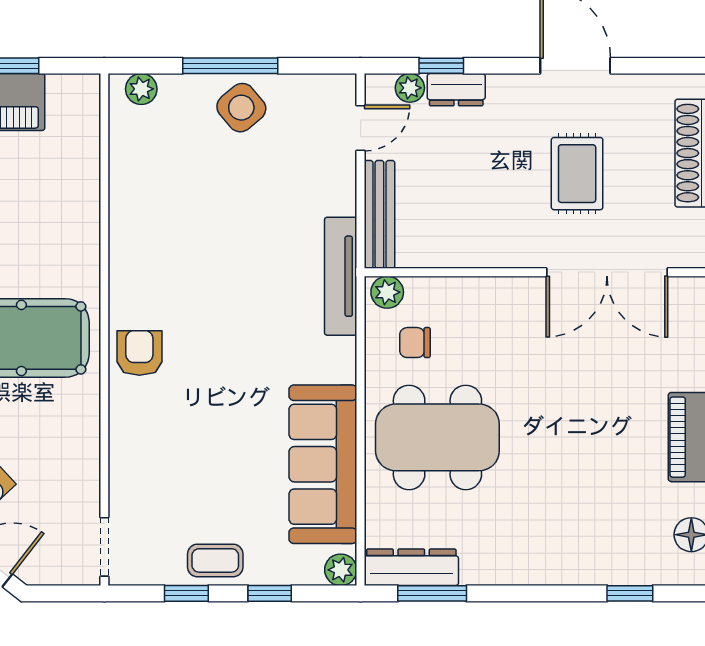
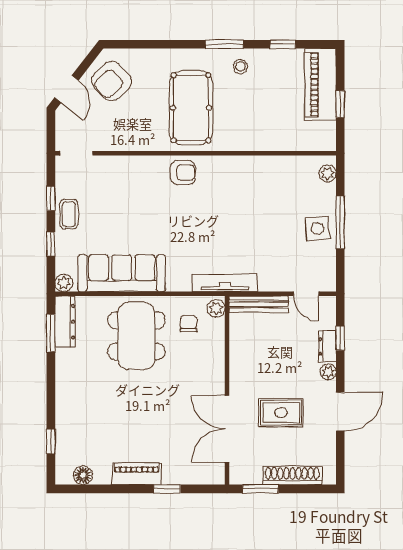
plant: (410, 88) -> (328, 372), moved
side table: (241, 108) -> (317, 228), turned 35

